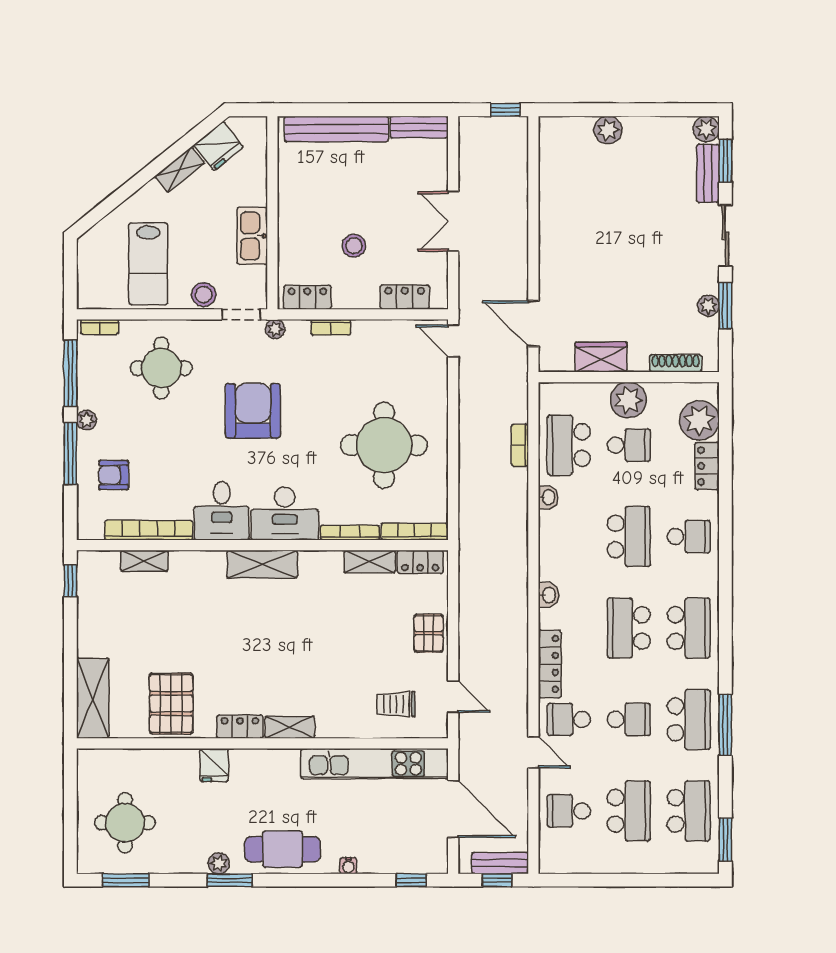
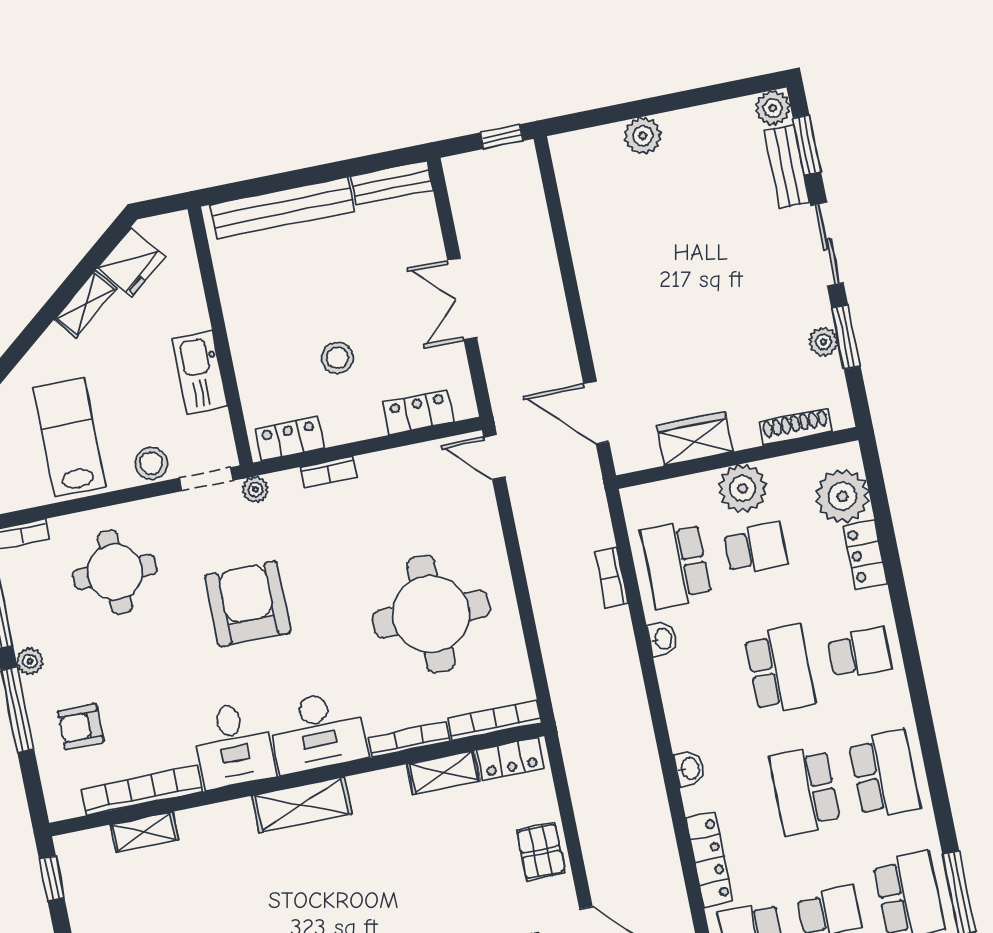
lab bench: (148, 264) -> (69, 437), turned 180

